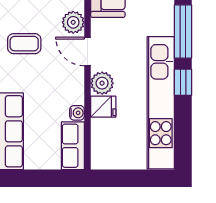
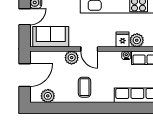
door: (88, 51) -> (89, 49), hinge flipped
plant: (102, 83) -> (137, 40), moved

